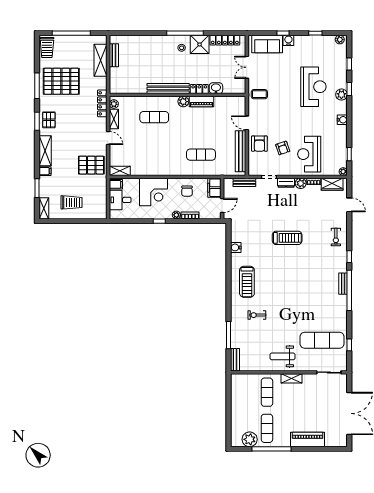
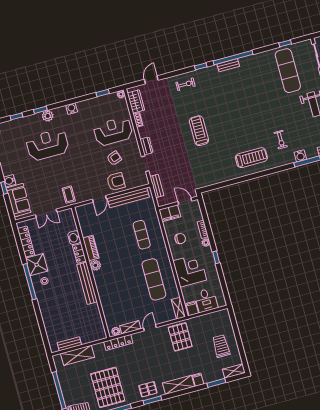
exercise mat: (154, 117) -> (154, 279), moved, width x1.36, depth x1.45
reception desk: (309, 154) -> (113, 131), turned 180
plant: (301, 183) -> (143, 132), removed
water cooler: (236, 247) -> (300, 156), moved

